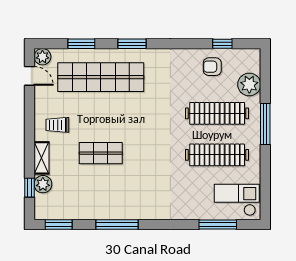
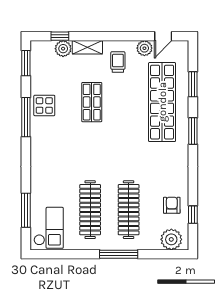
plant: (42, 57) -> (144, 48), moved
plant: (249, 84) -> (171, 239), moved
display table: (104, 204) -> (44, 105), added

